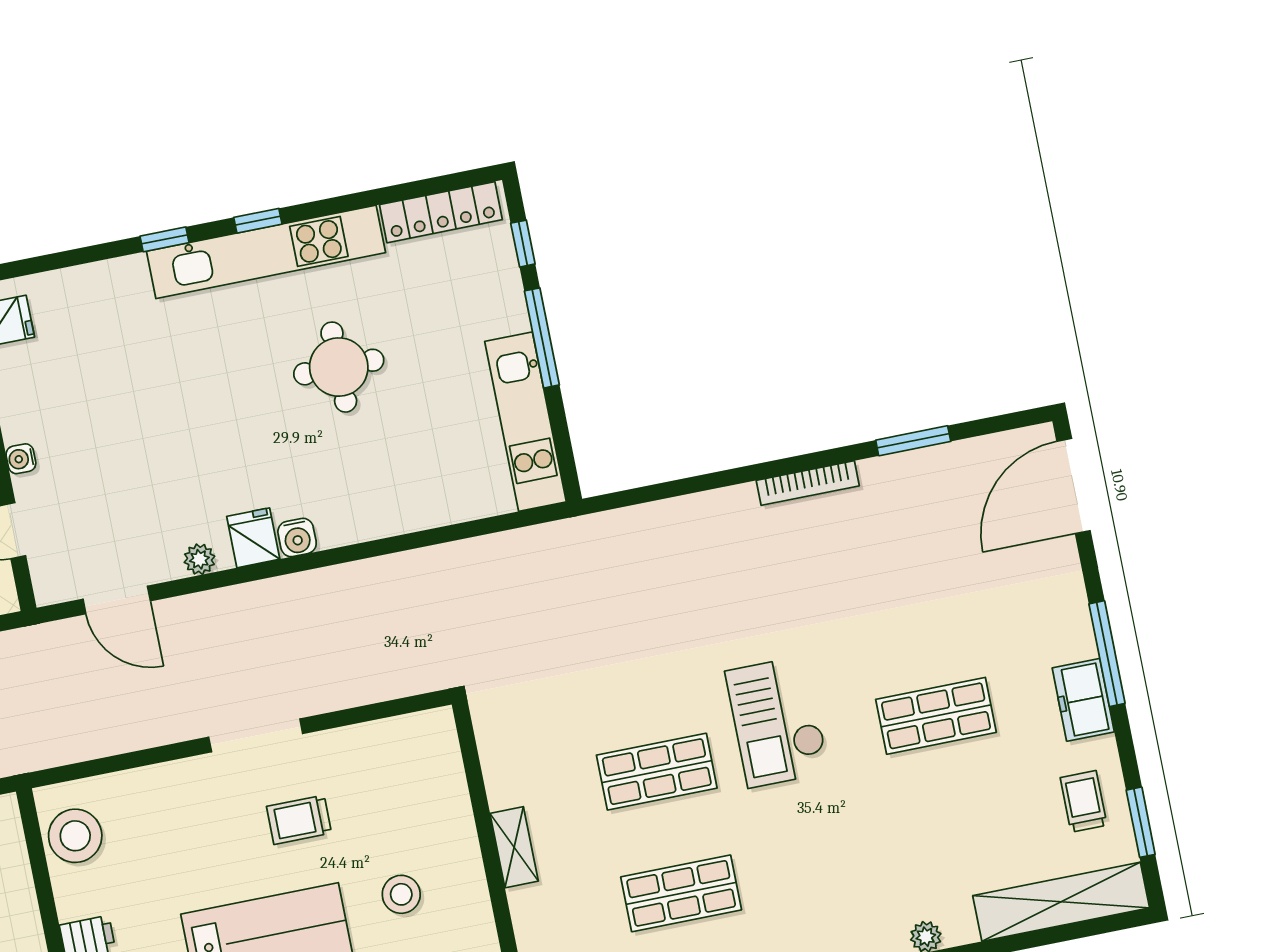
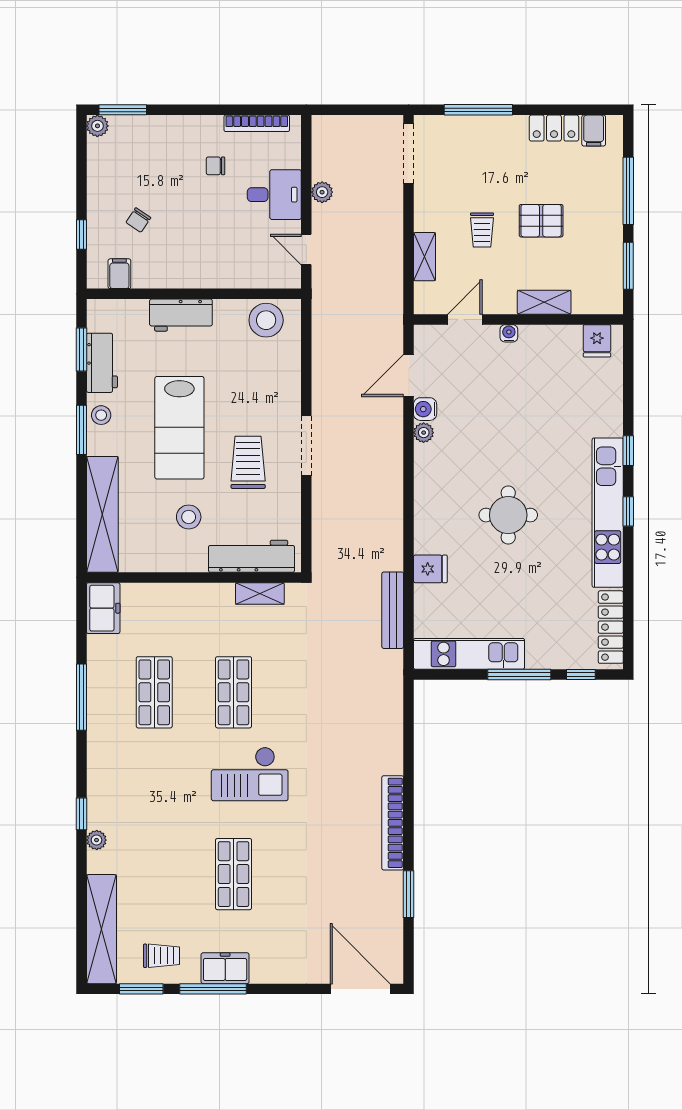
round table: (339, 367) -> (508, 515), moved
bookcase: (808, 483) -> (393, 823), width x1.48, depth x1.31
water cooler: (297, 537) -> (425, 409), moved
fridge: (253, 538) -> (430, 569), moved
bench: (482, 552) -> (393, 610), added
window: (1107, 654) -> (213, 989), moved
checkout: (777, 722) -> (250, 774), turned 180
workbench: (442, 786) -> (252, 556), added
trolley: (299, 820) -> (248, 462), width x1.36, depth x1.39
shelving: (514, 847) -> (260, 594), moved

